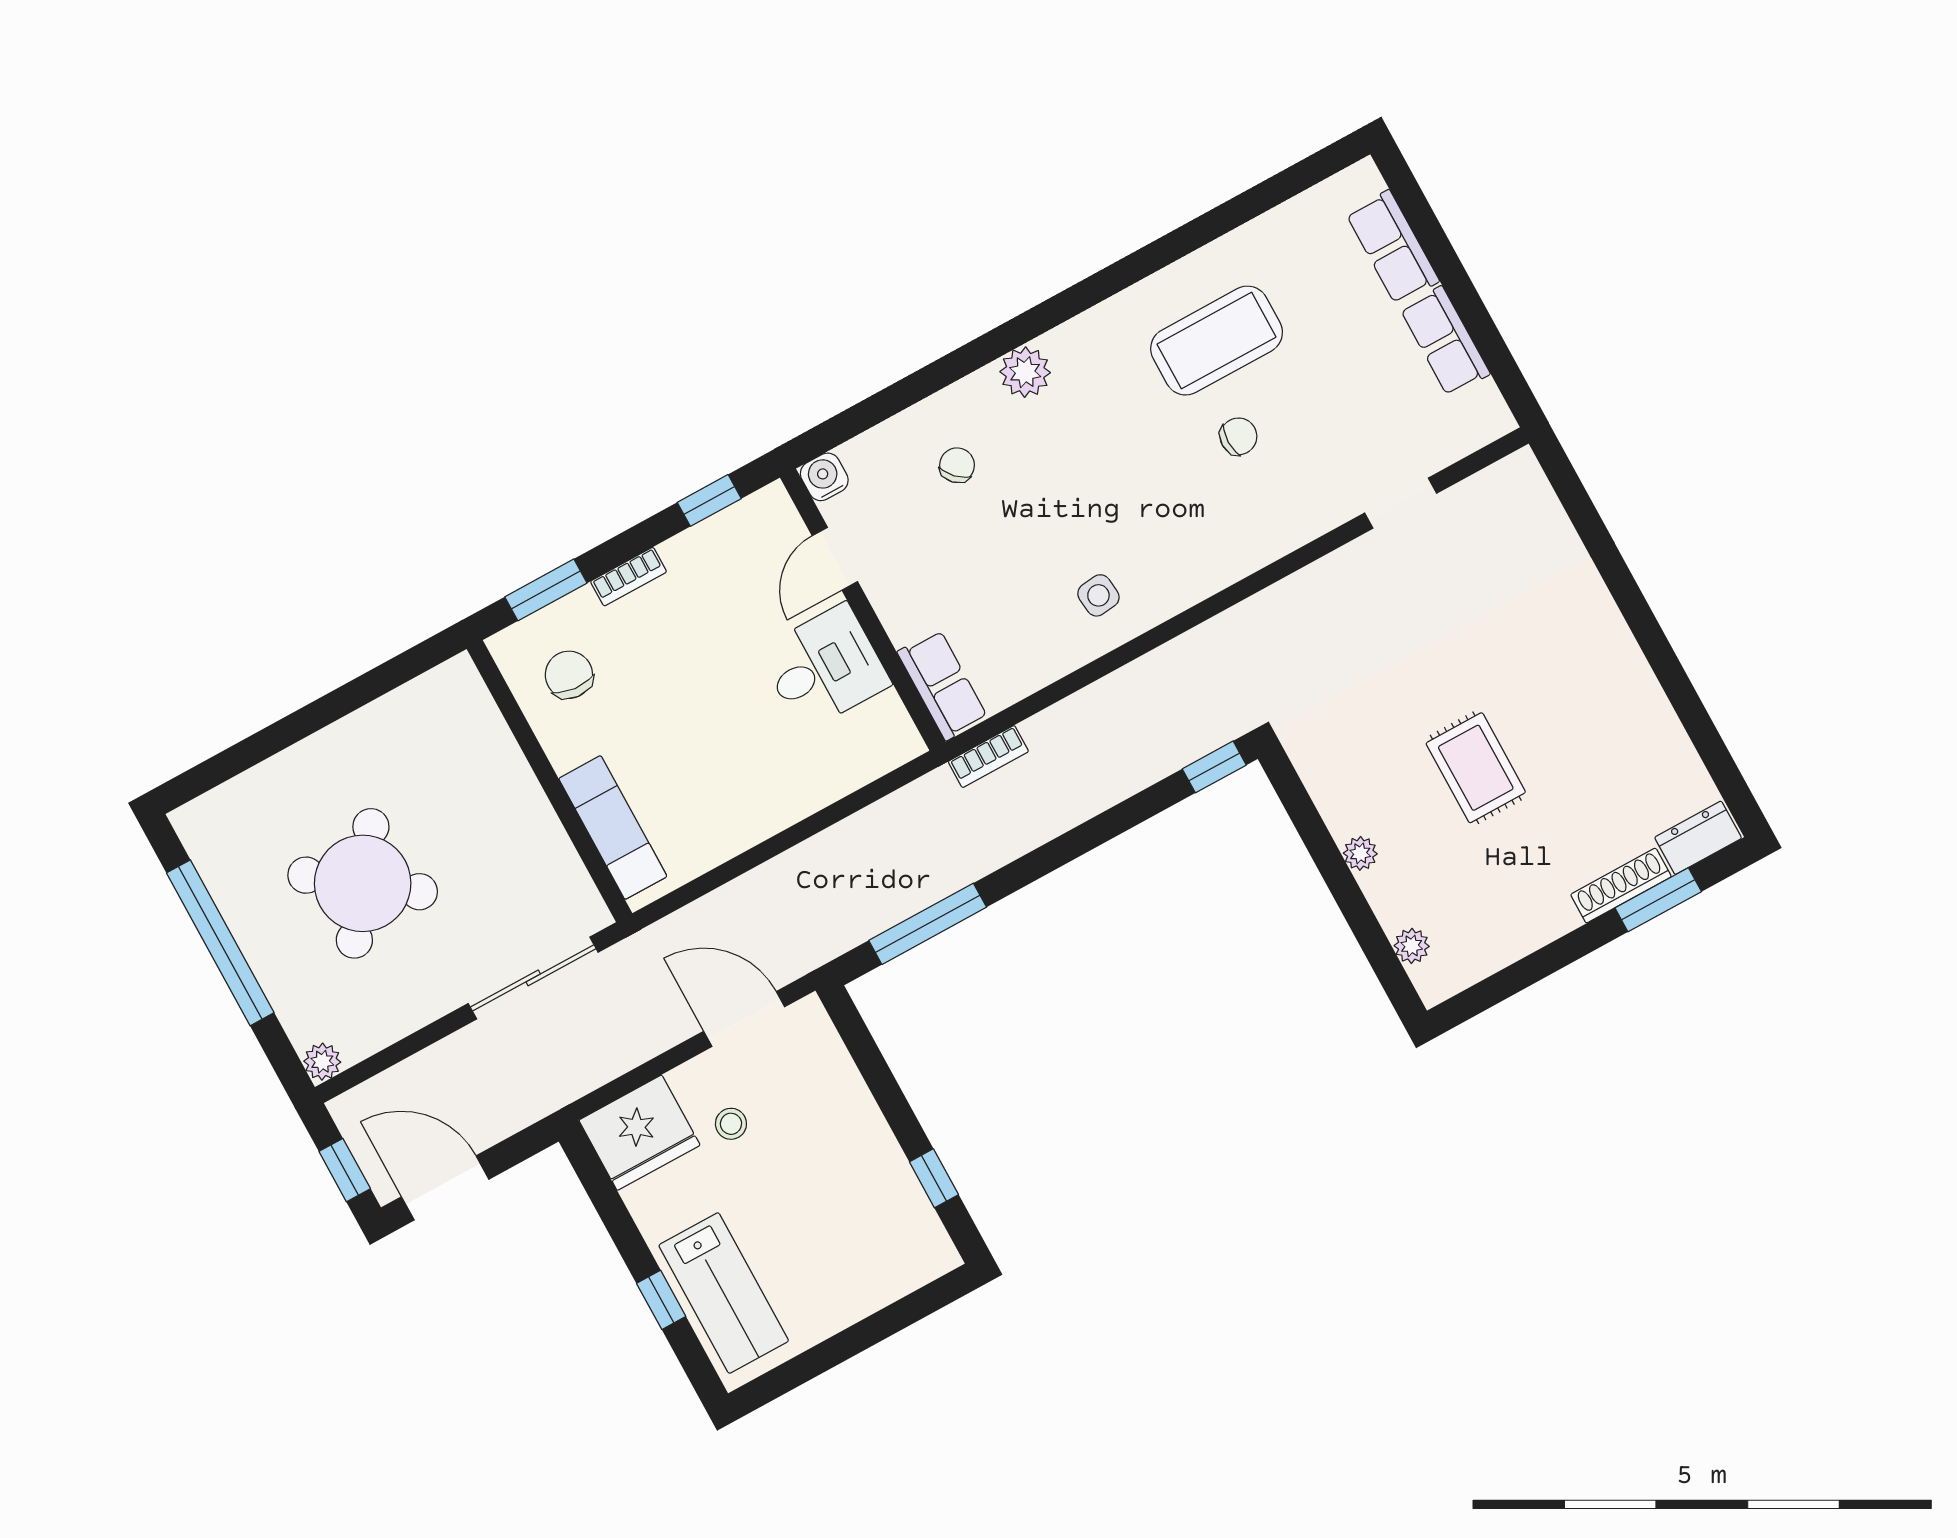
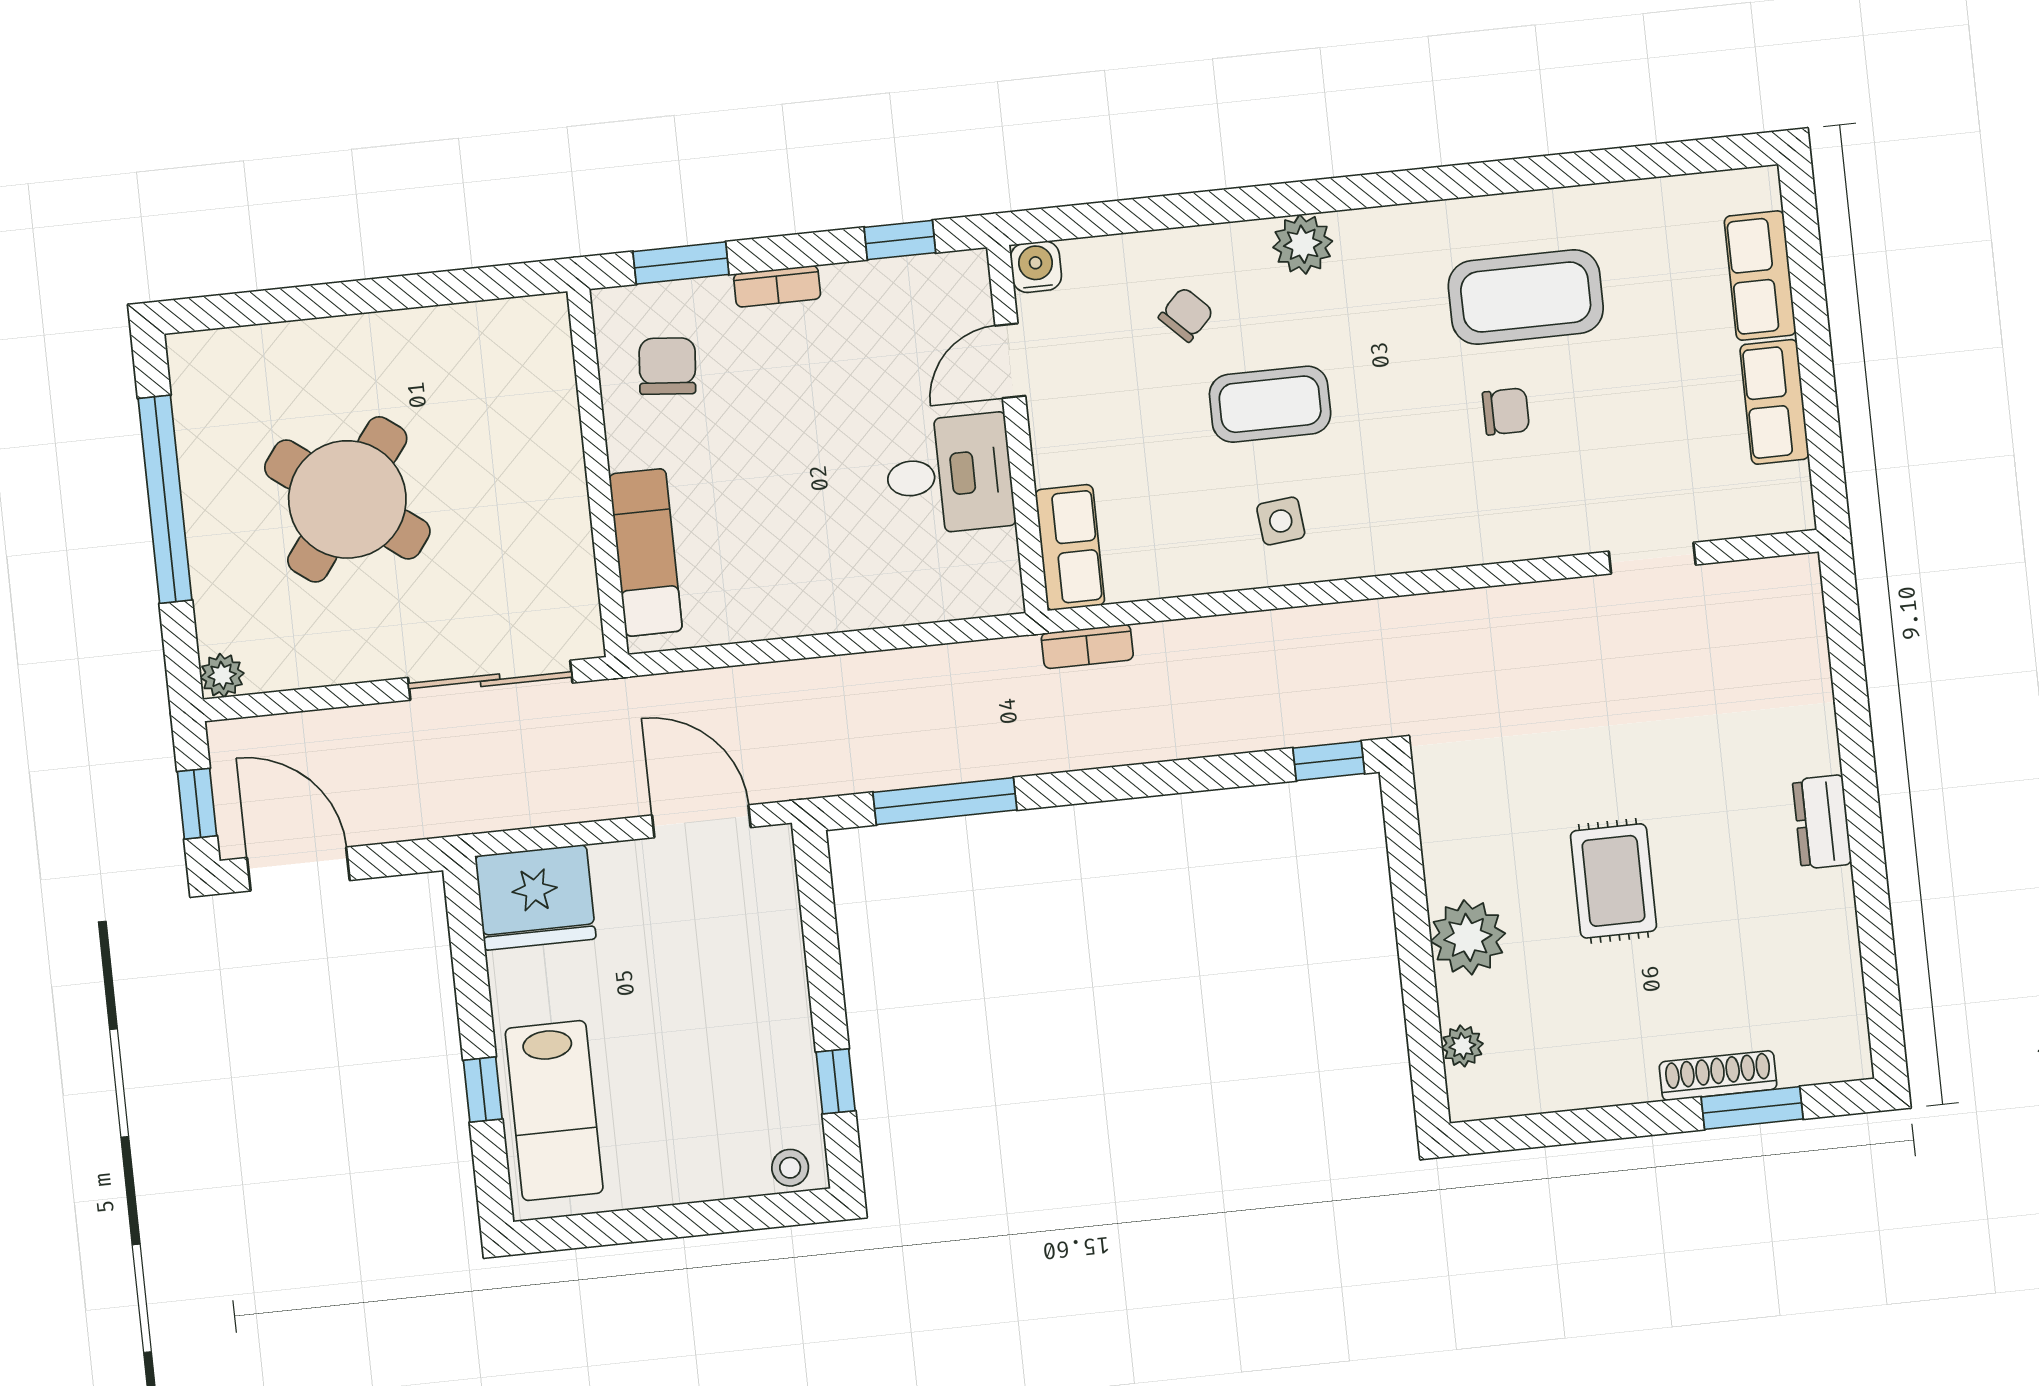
coffee table: (1052, 508) -> (1270, 404), added
dresser: (1698, 838) -> (1822, 822), moved, turned -90
plant: (1360, 853) -> (1468, 937), width x1.87, depth x1.87
stool: (731, 1124) -> (790, 1168), moved

